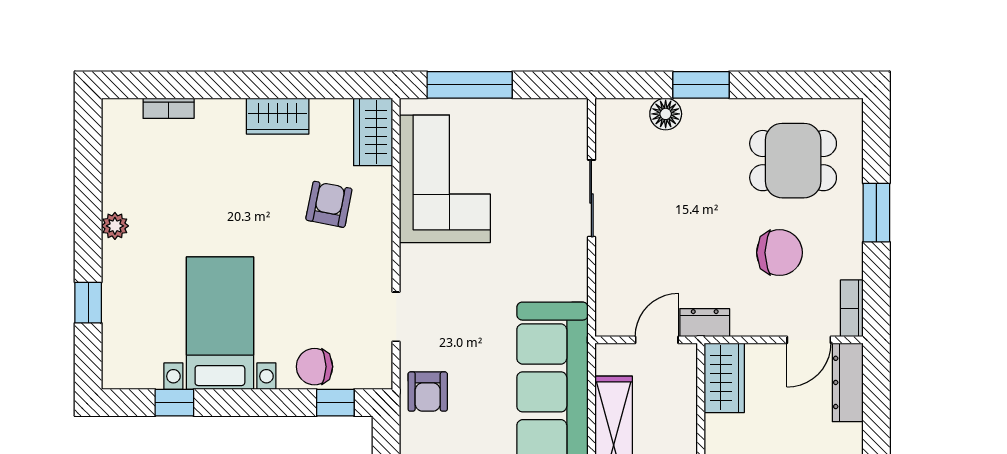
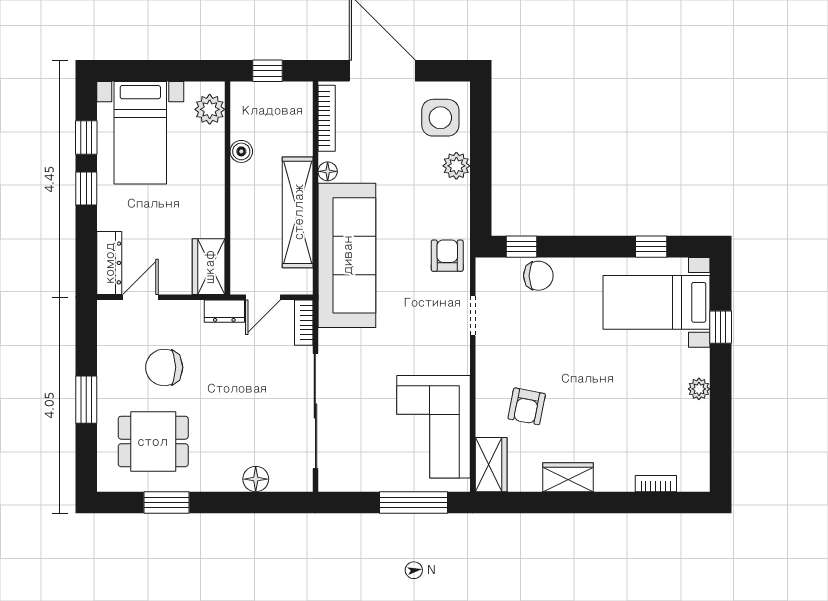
window: (701, 85) -> (167, 502), moved
sliding door: (591, 198) -> (315, 411), width x1.86
bookcase: (852, 308) -> (304, 323), moved, turned 180
bed with nightstands: (220, 323) -> (657, 302), moved, turned 90

